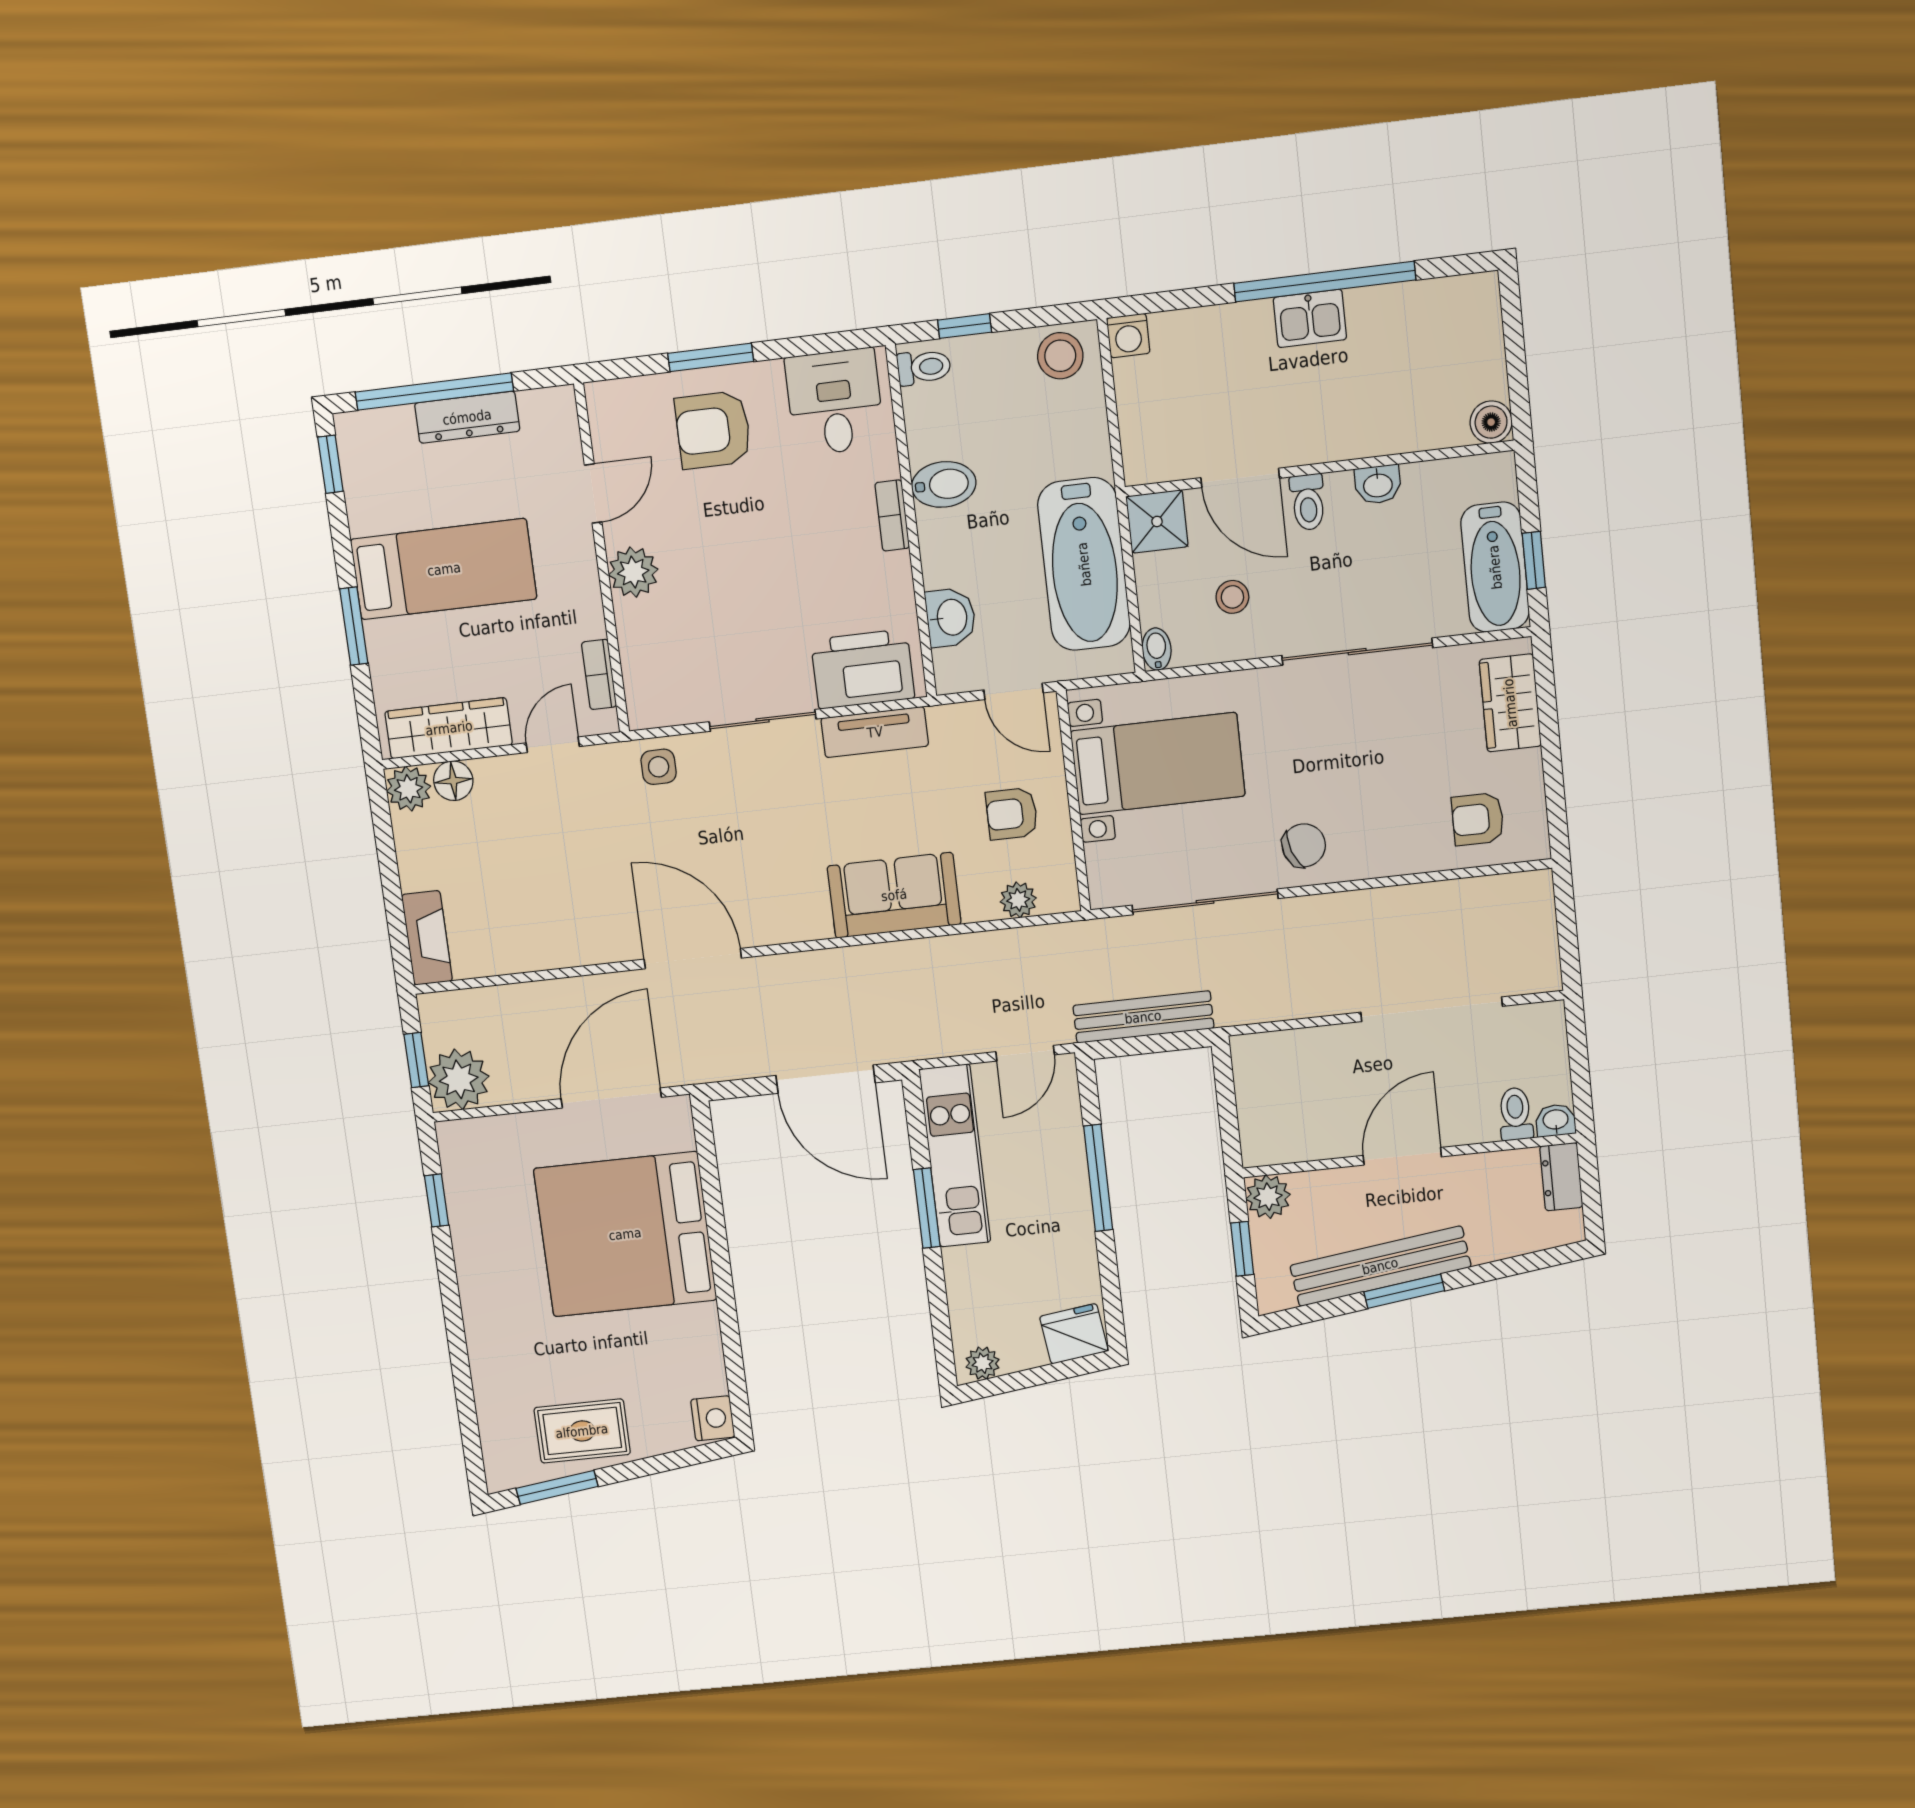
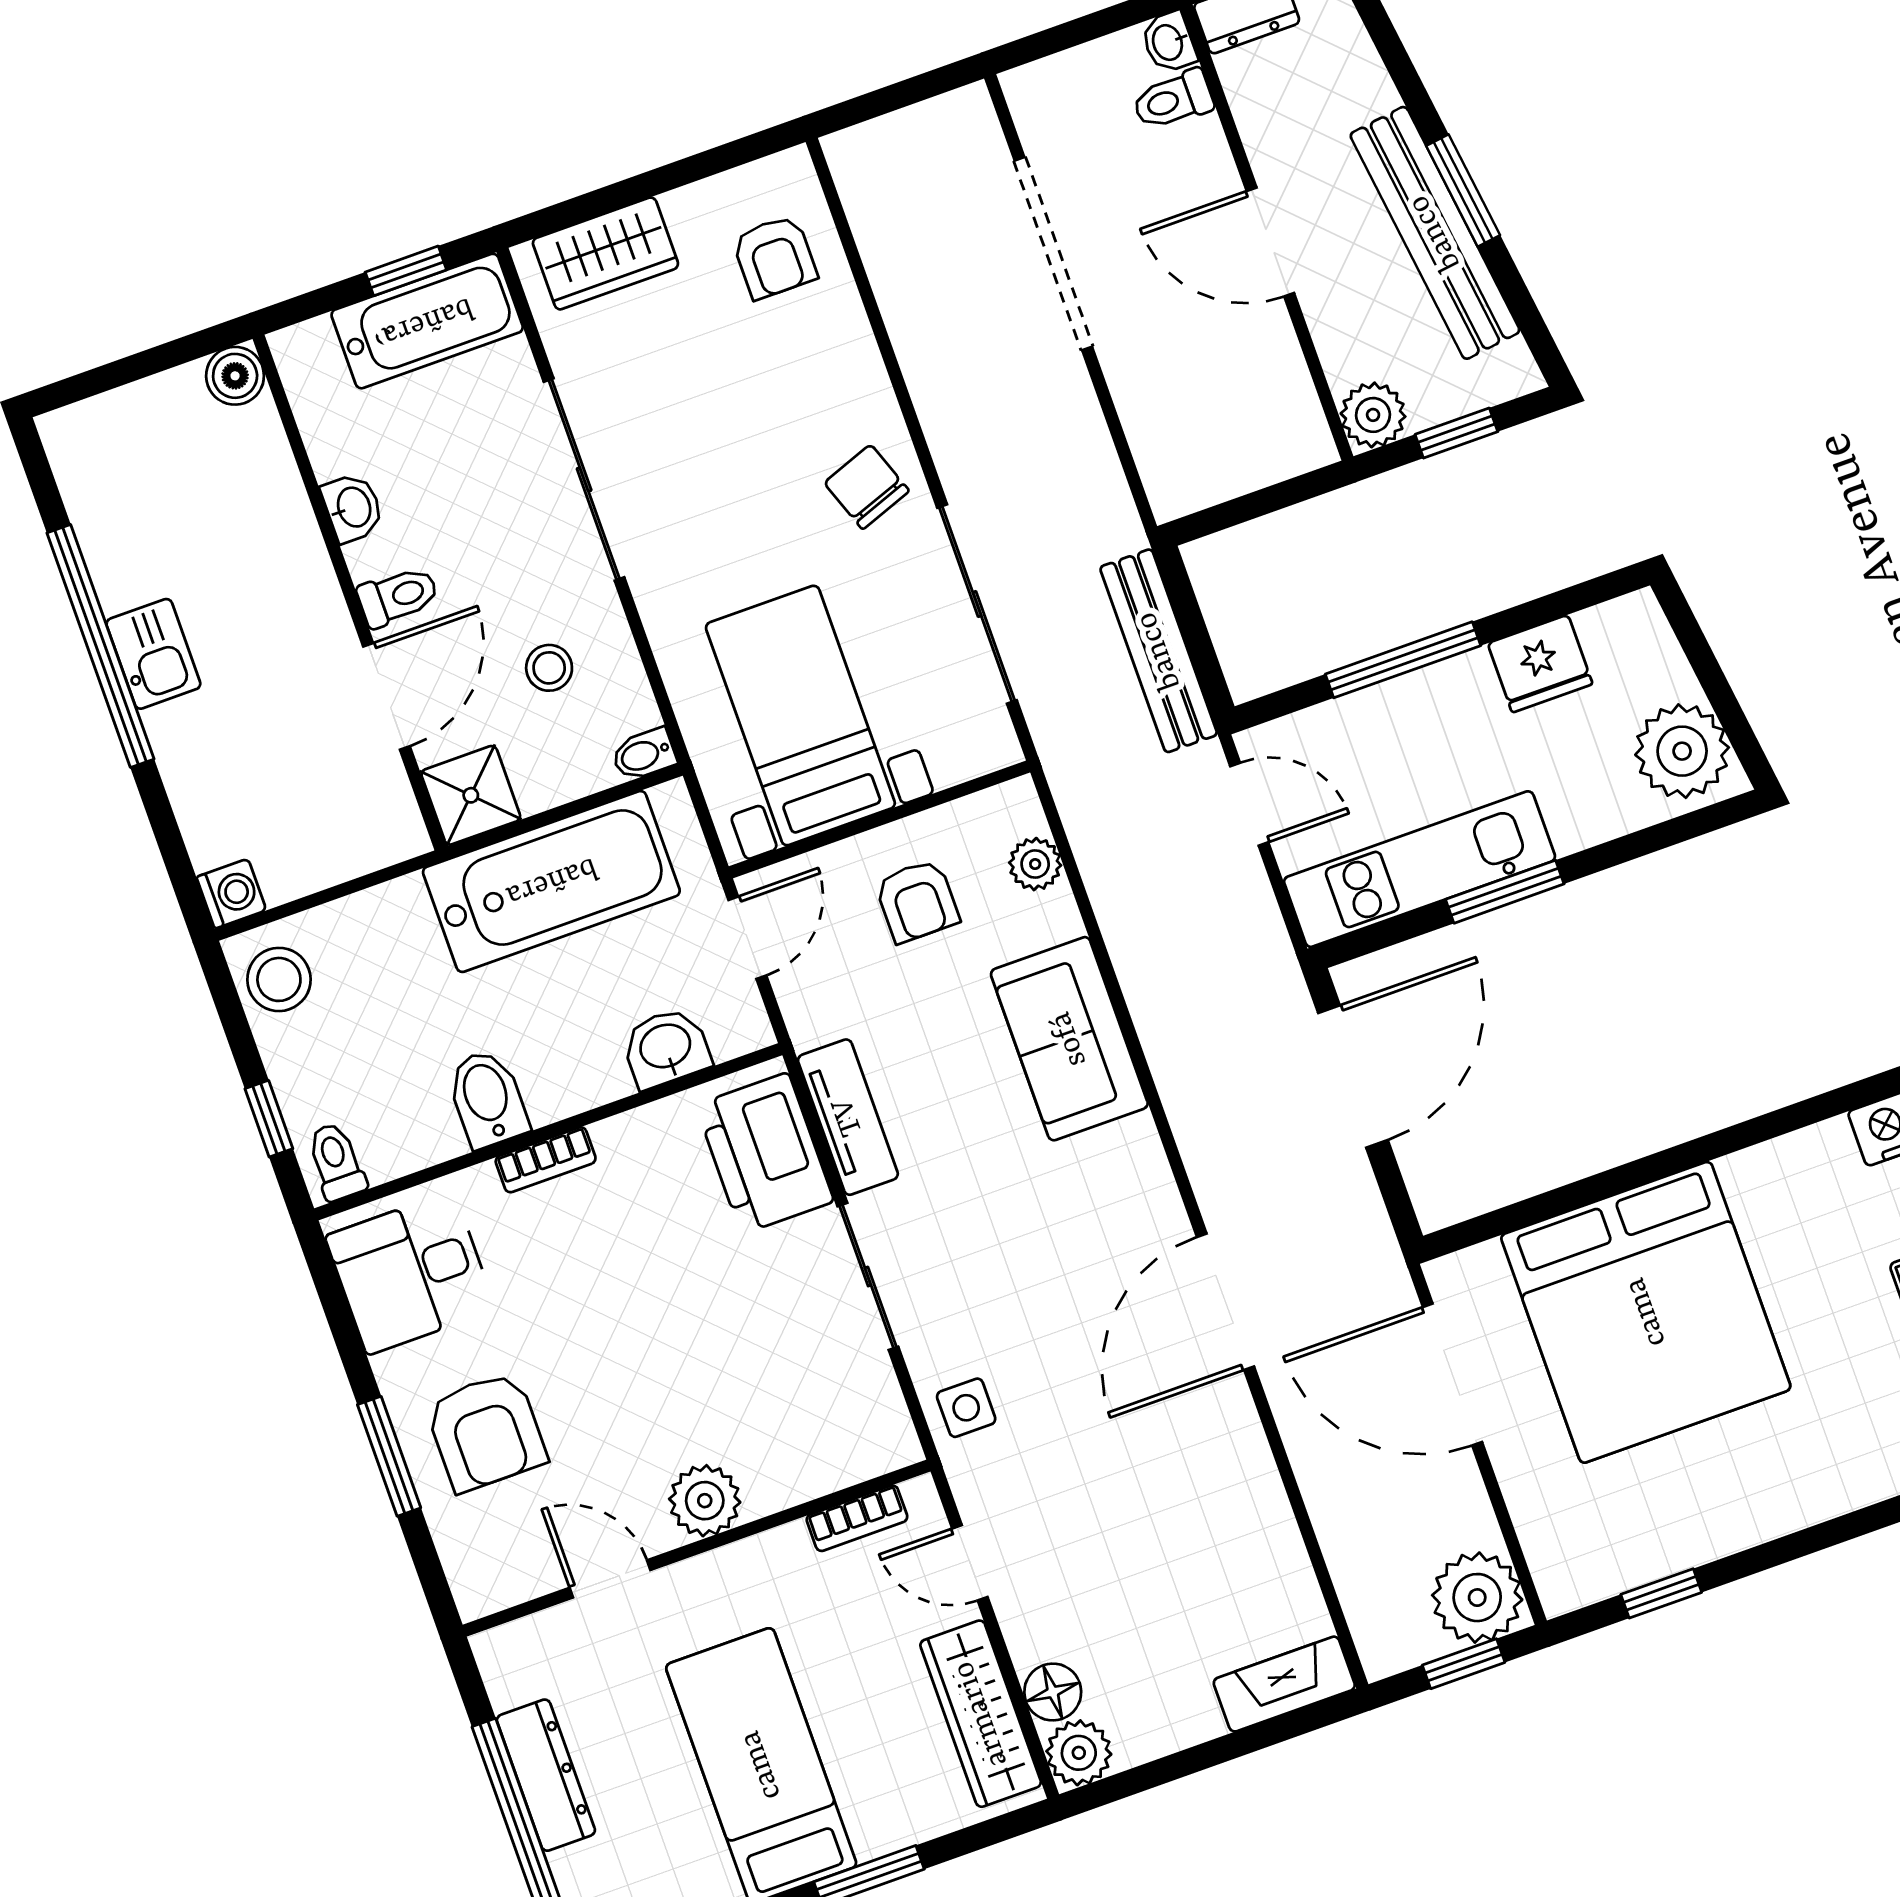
fridge: (1074, 1334) -> (1540, 664), moved, turned -83
plant: (983, 1363) -> (1682, 751), width x1.88, depth x1.88

